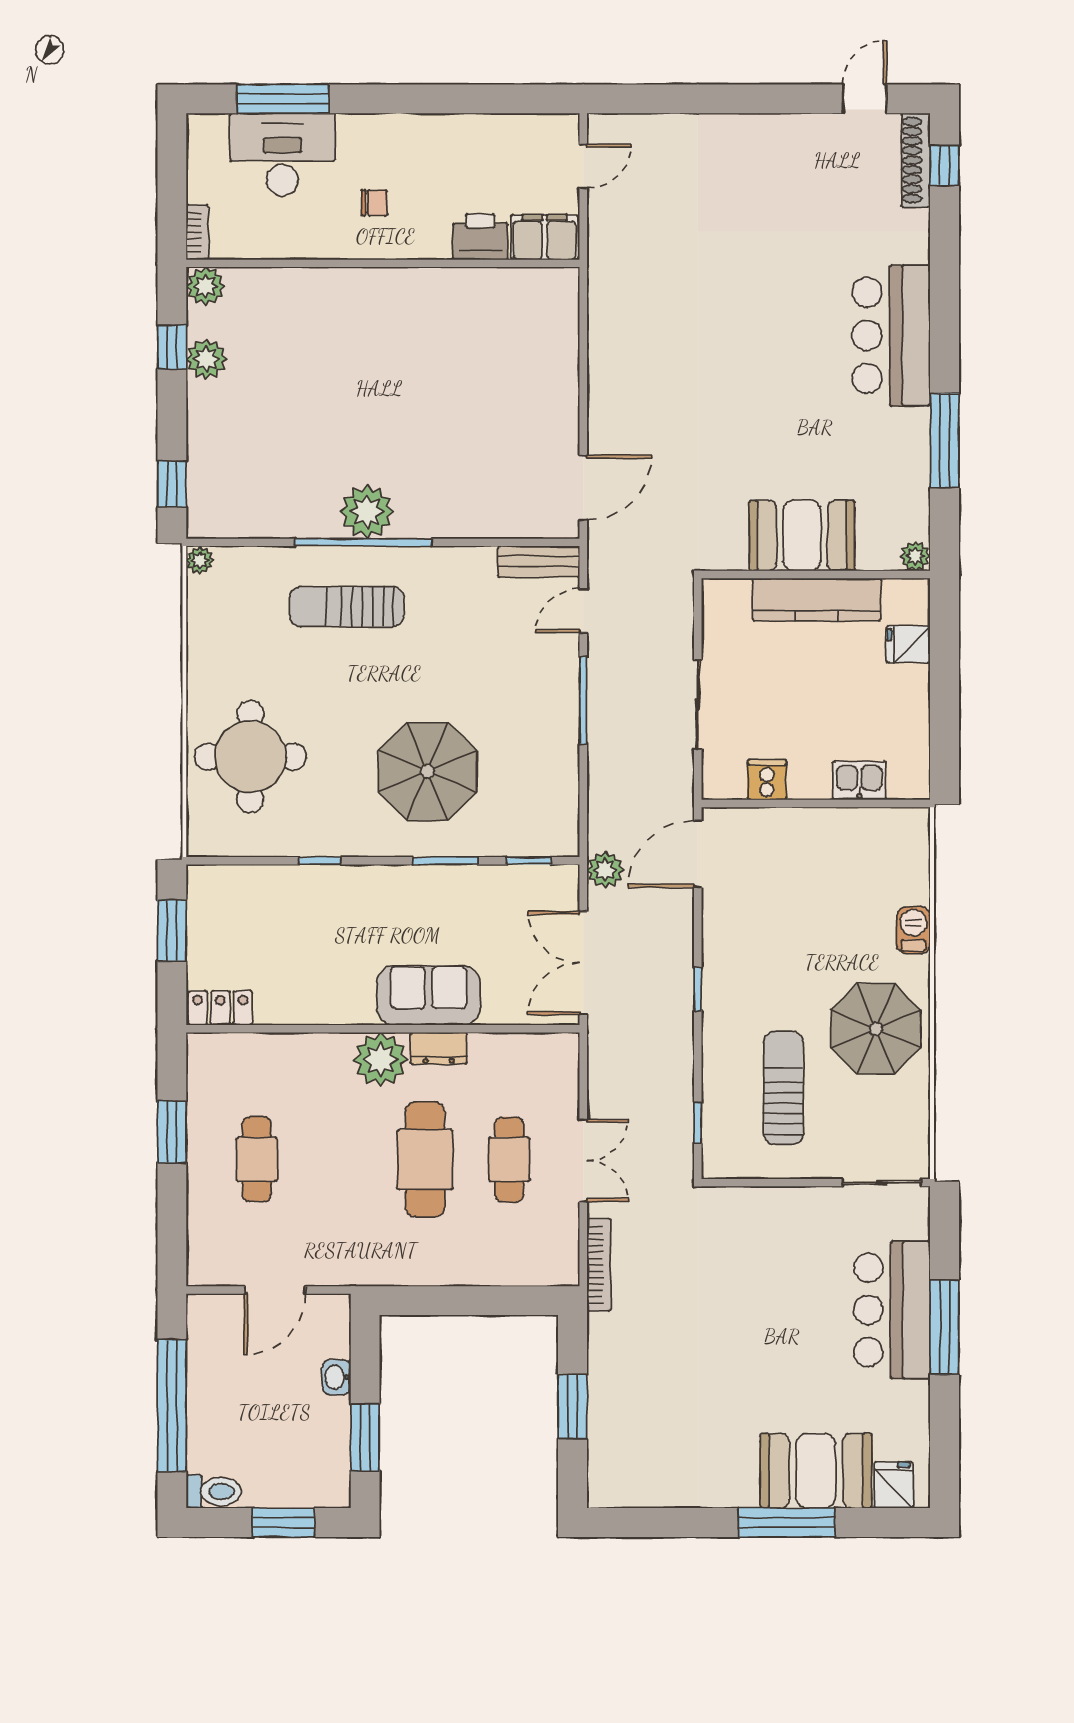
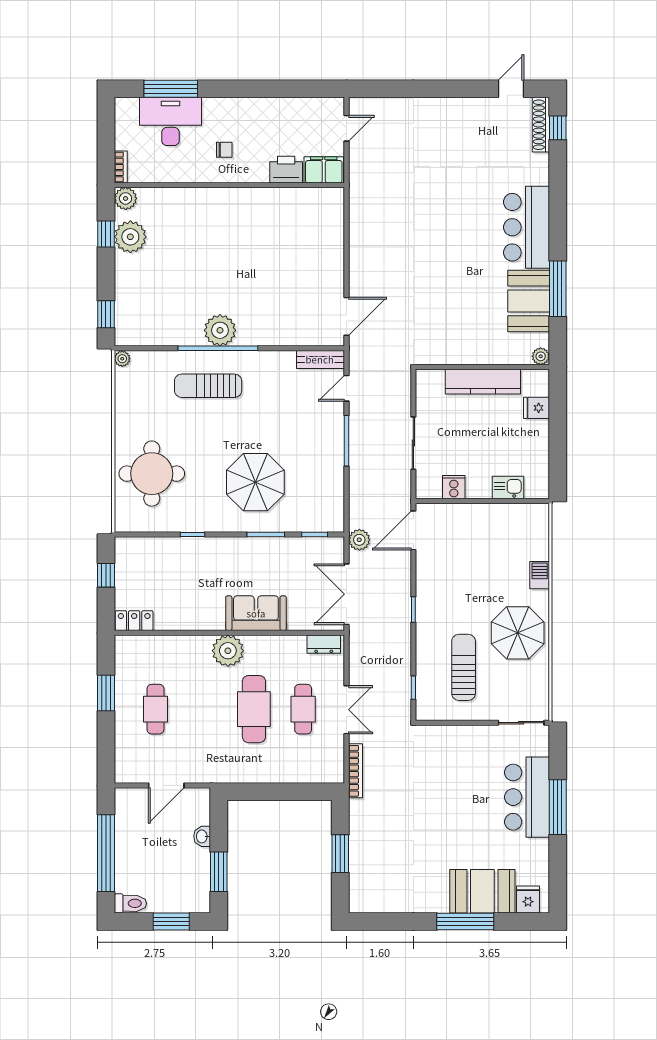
plant: (206, 359) -> (130, 237), width x1.36, depth x1.36
booth: (802, 536) -> (529, 301), moved, turned 90
window: (172, 931) -> (106, 575), width x0.67
dresser: (439, 1048) -> (324, 644), moved

